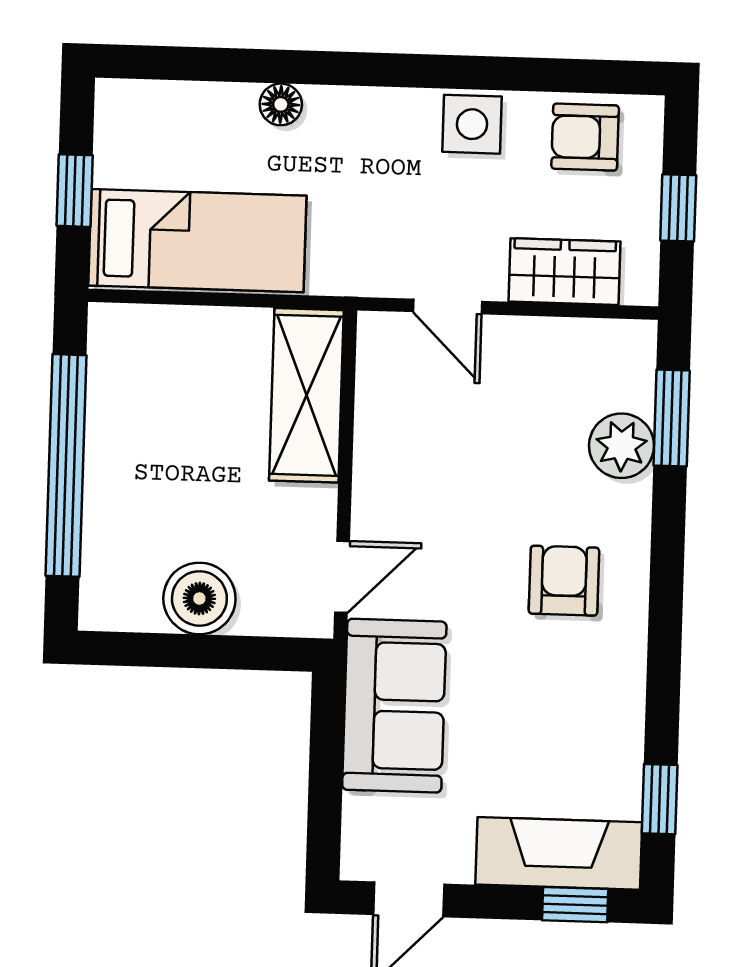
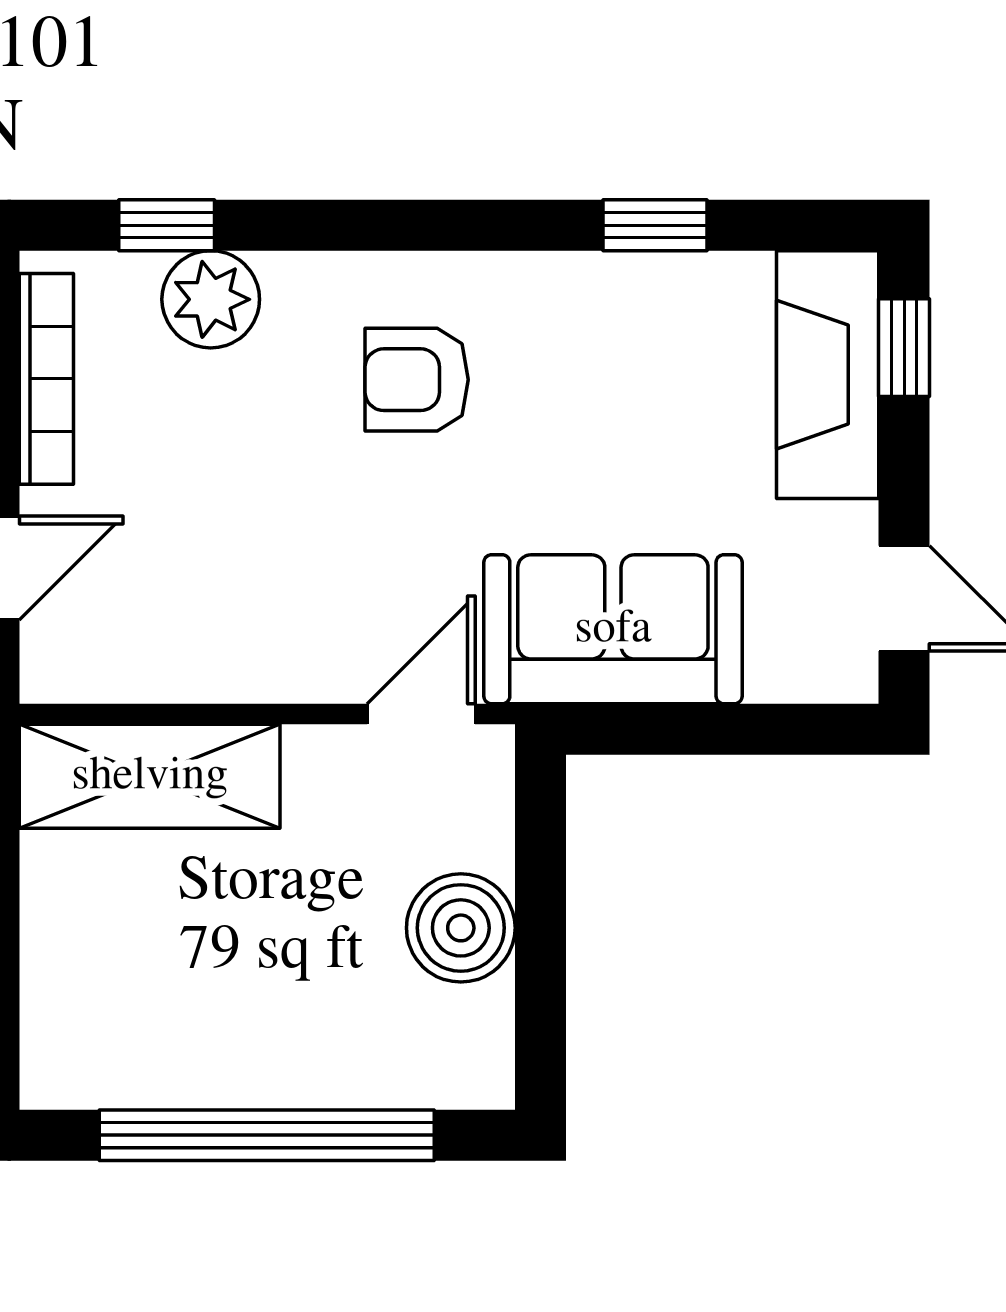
bookcase: (572, 335) -> (46, 379), added
window: (672, 418) -> (167, 225), width x0.67
door: (342, 577) -> (421, 714), hinge flipped
window: (660, 799) -> (655, 225), moved

